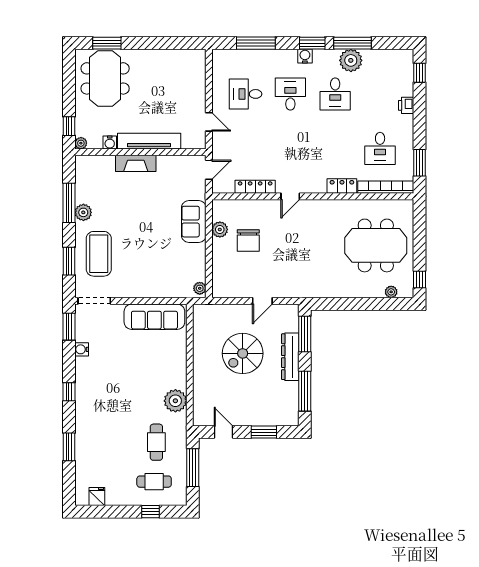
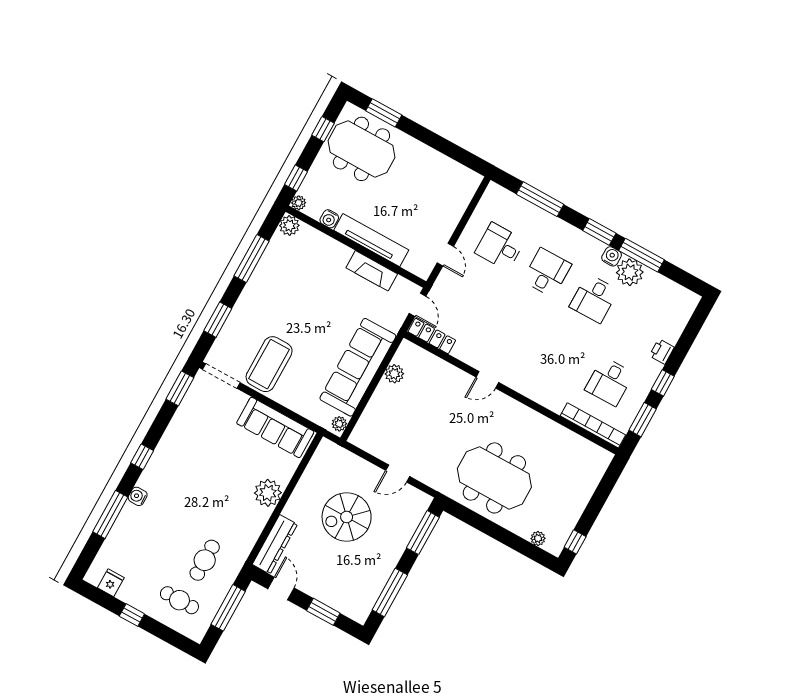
water cooler: (305, 56) -> (612, 256), moved
window: (420, 73) -> (663, 383), moved
meeting table: (105, 78) -> (361, 149), turned 90
window: (69, 80) -> (323, 129), added
fireplace: (136, 163) -> (372, 271), moved
door: (209, 170) -> (418, 305), hinge flipped
locker: (342, 186) -> (548, 399), removed
locker: (255, 187) -> (432, 336), moved
plant: (83, 212) -> (289, 226), moved
sofa: (194, 222) -> (358, 367), width x1.85, depth x1.27
chair: (248, 240) -> (418, 402), removed
meeting table: (376, 245) -> (494, 478), moved
coffee table: (99, 254) -> (269, 364), moved
water cooler: (82, 349) -> (138, 496), moved
dresser: (290, 357) -> (275, 544), moved, turned 180
plant: (175, 401) -> (268, 493), moved
window: (69, 447) -> (110, 514), width x1.44
window: (151, 512) -> (132, 615), moved

